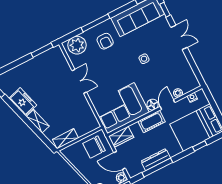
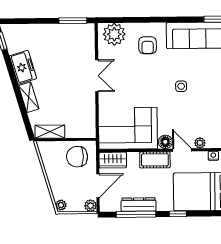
window: (96, 23) -> (147, 20), removed
door: (168, 104) -> (182, 150), hinge flipped
window: (200, 146) -> (178, 214), moved
door: (120, 160) -> (98, 186), swing flipped

